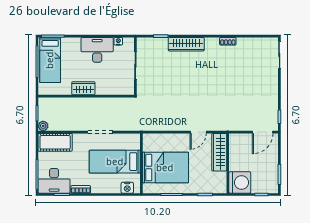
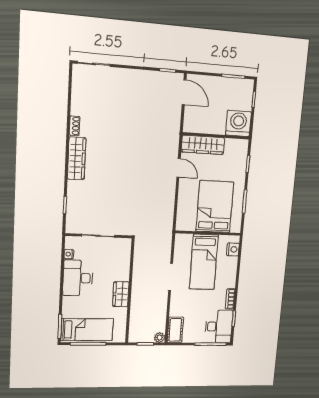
wardrobe: (186, 44) -> (77, 158), moved
cot: (55, 142) -> (175, 330), width x0.73, depth x0.75

